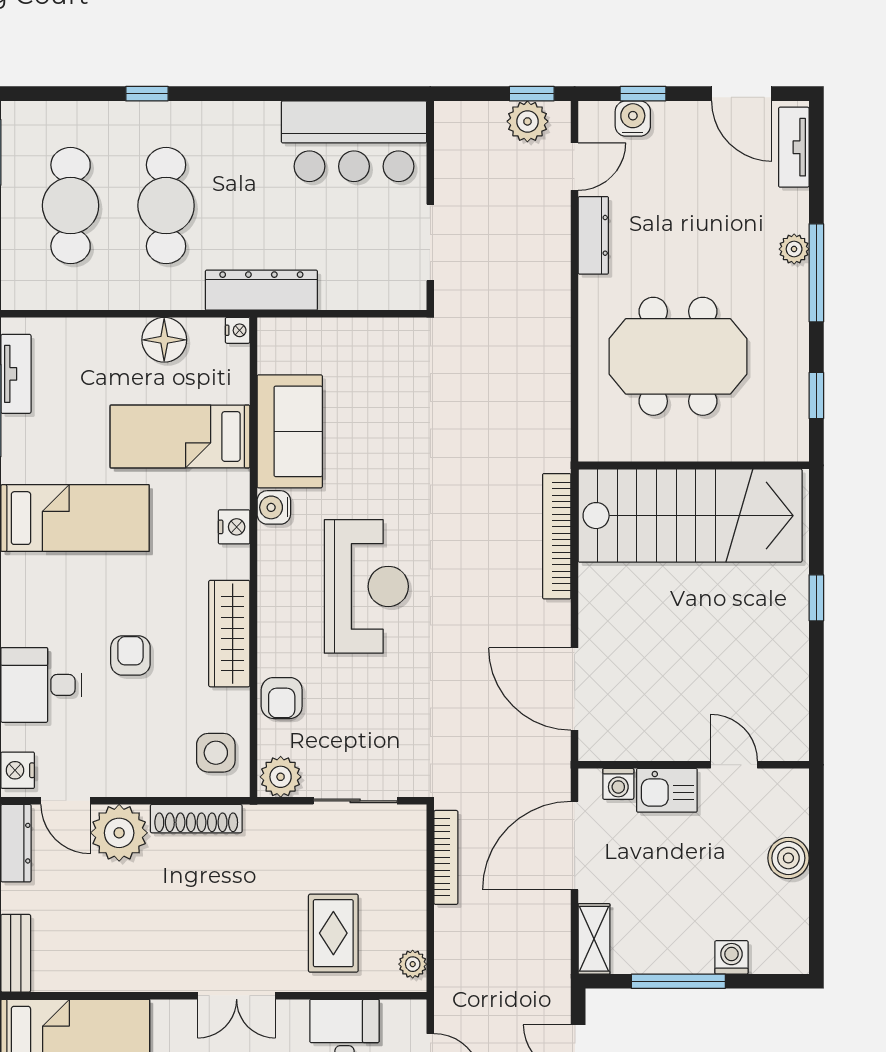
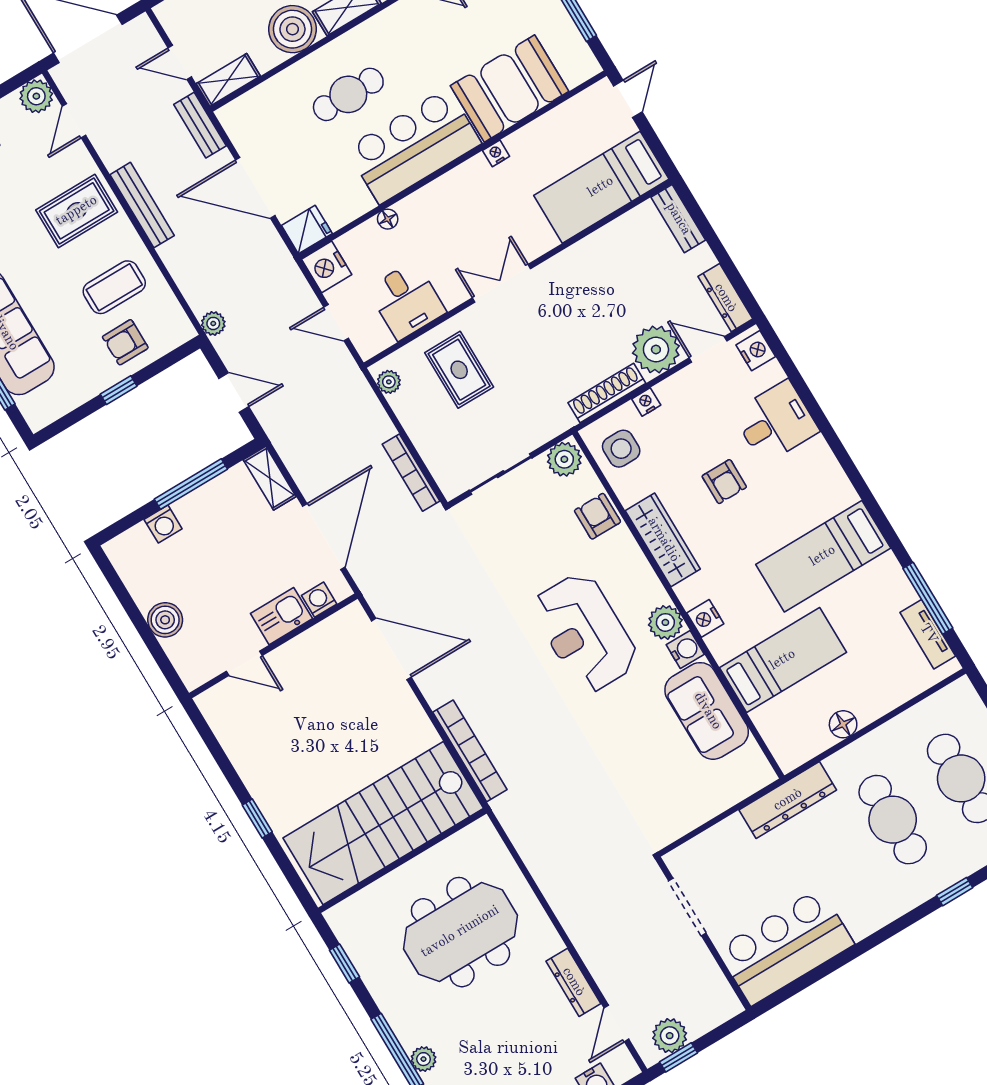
nightstand: (238, 330) -> (646, 402), moved, turned 90
floor lamp: (164, 340) -> (843, 724), width x0.73, depth x0.73
plant: (277, 547) -> (665, 622), added

